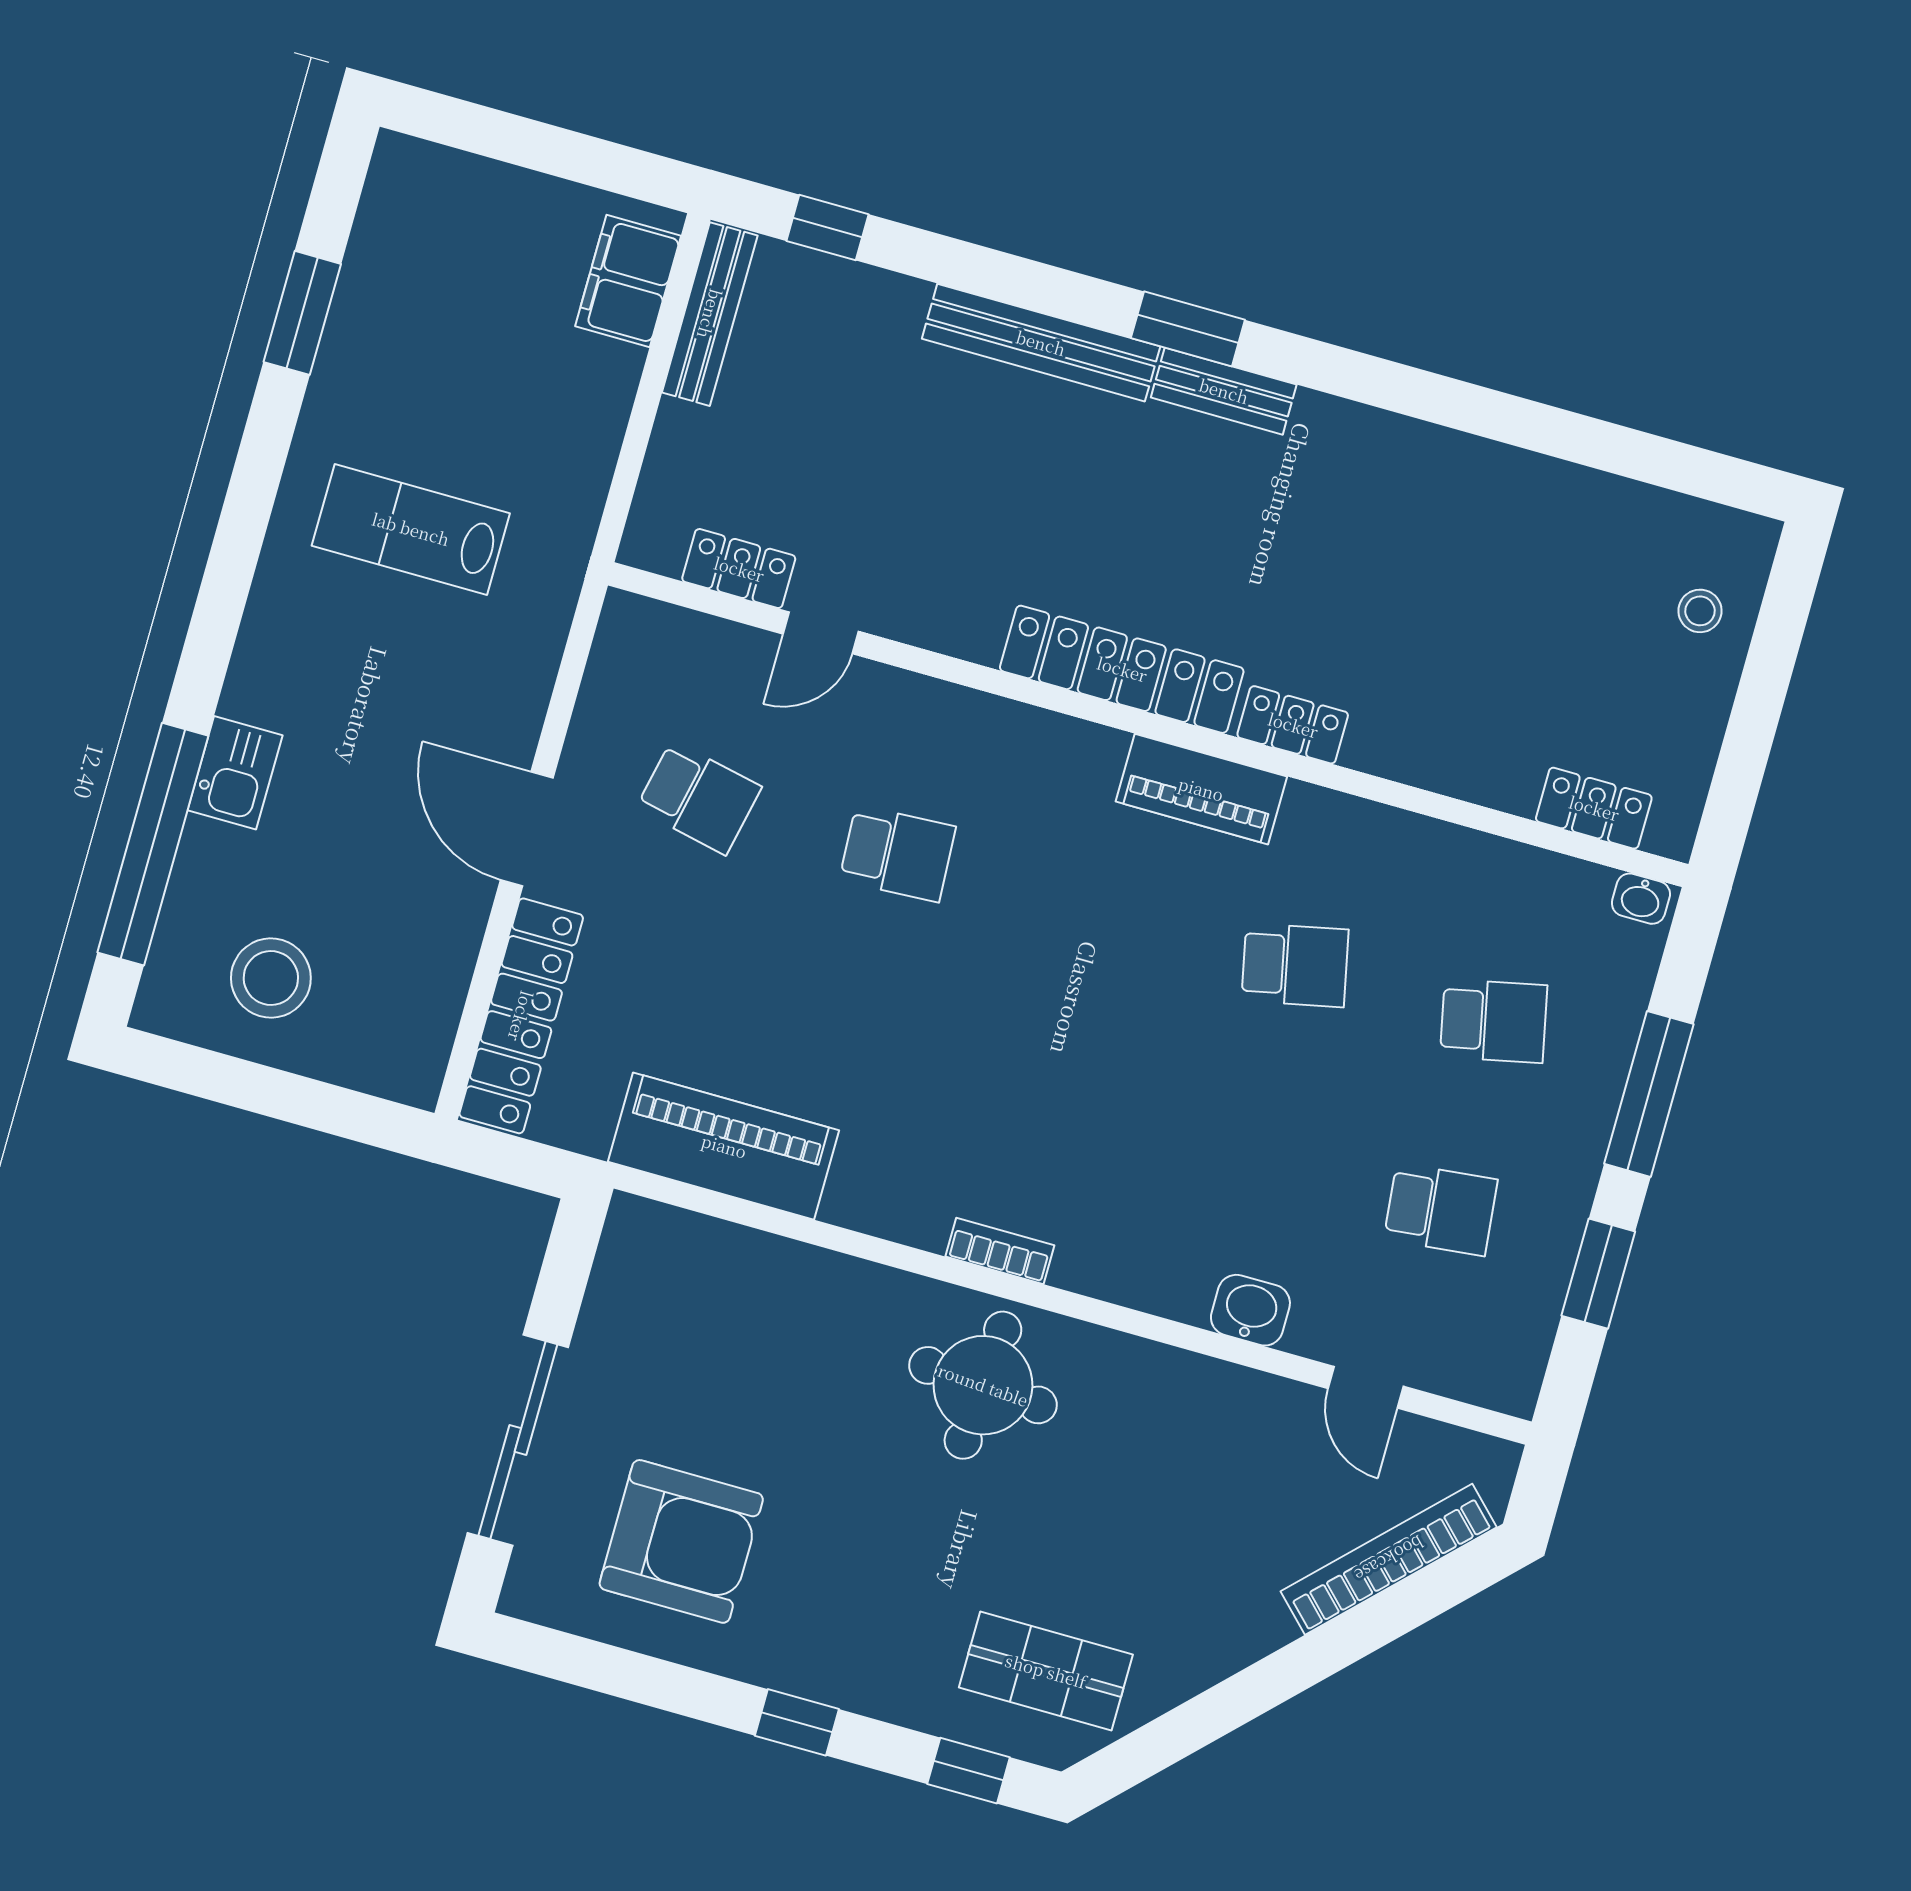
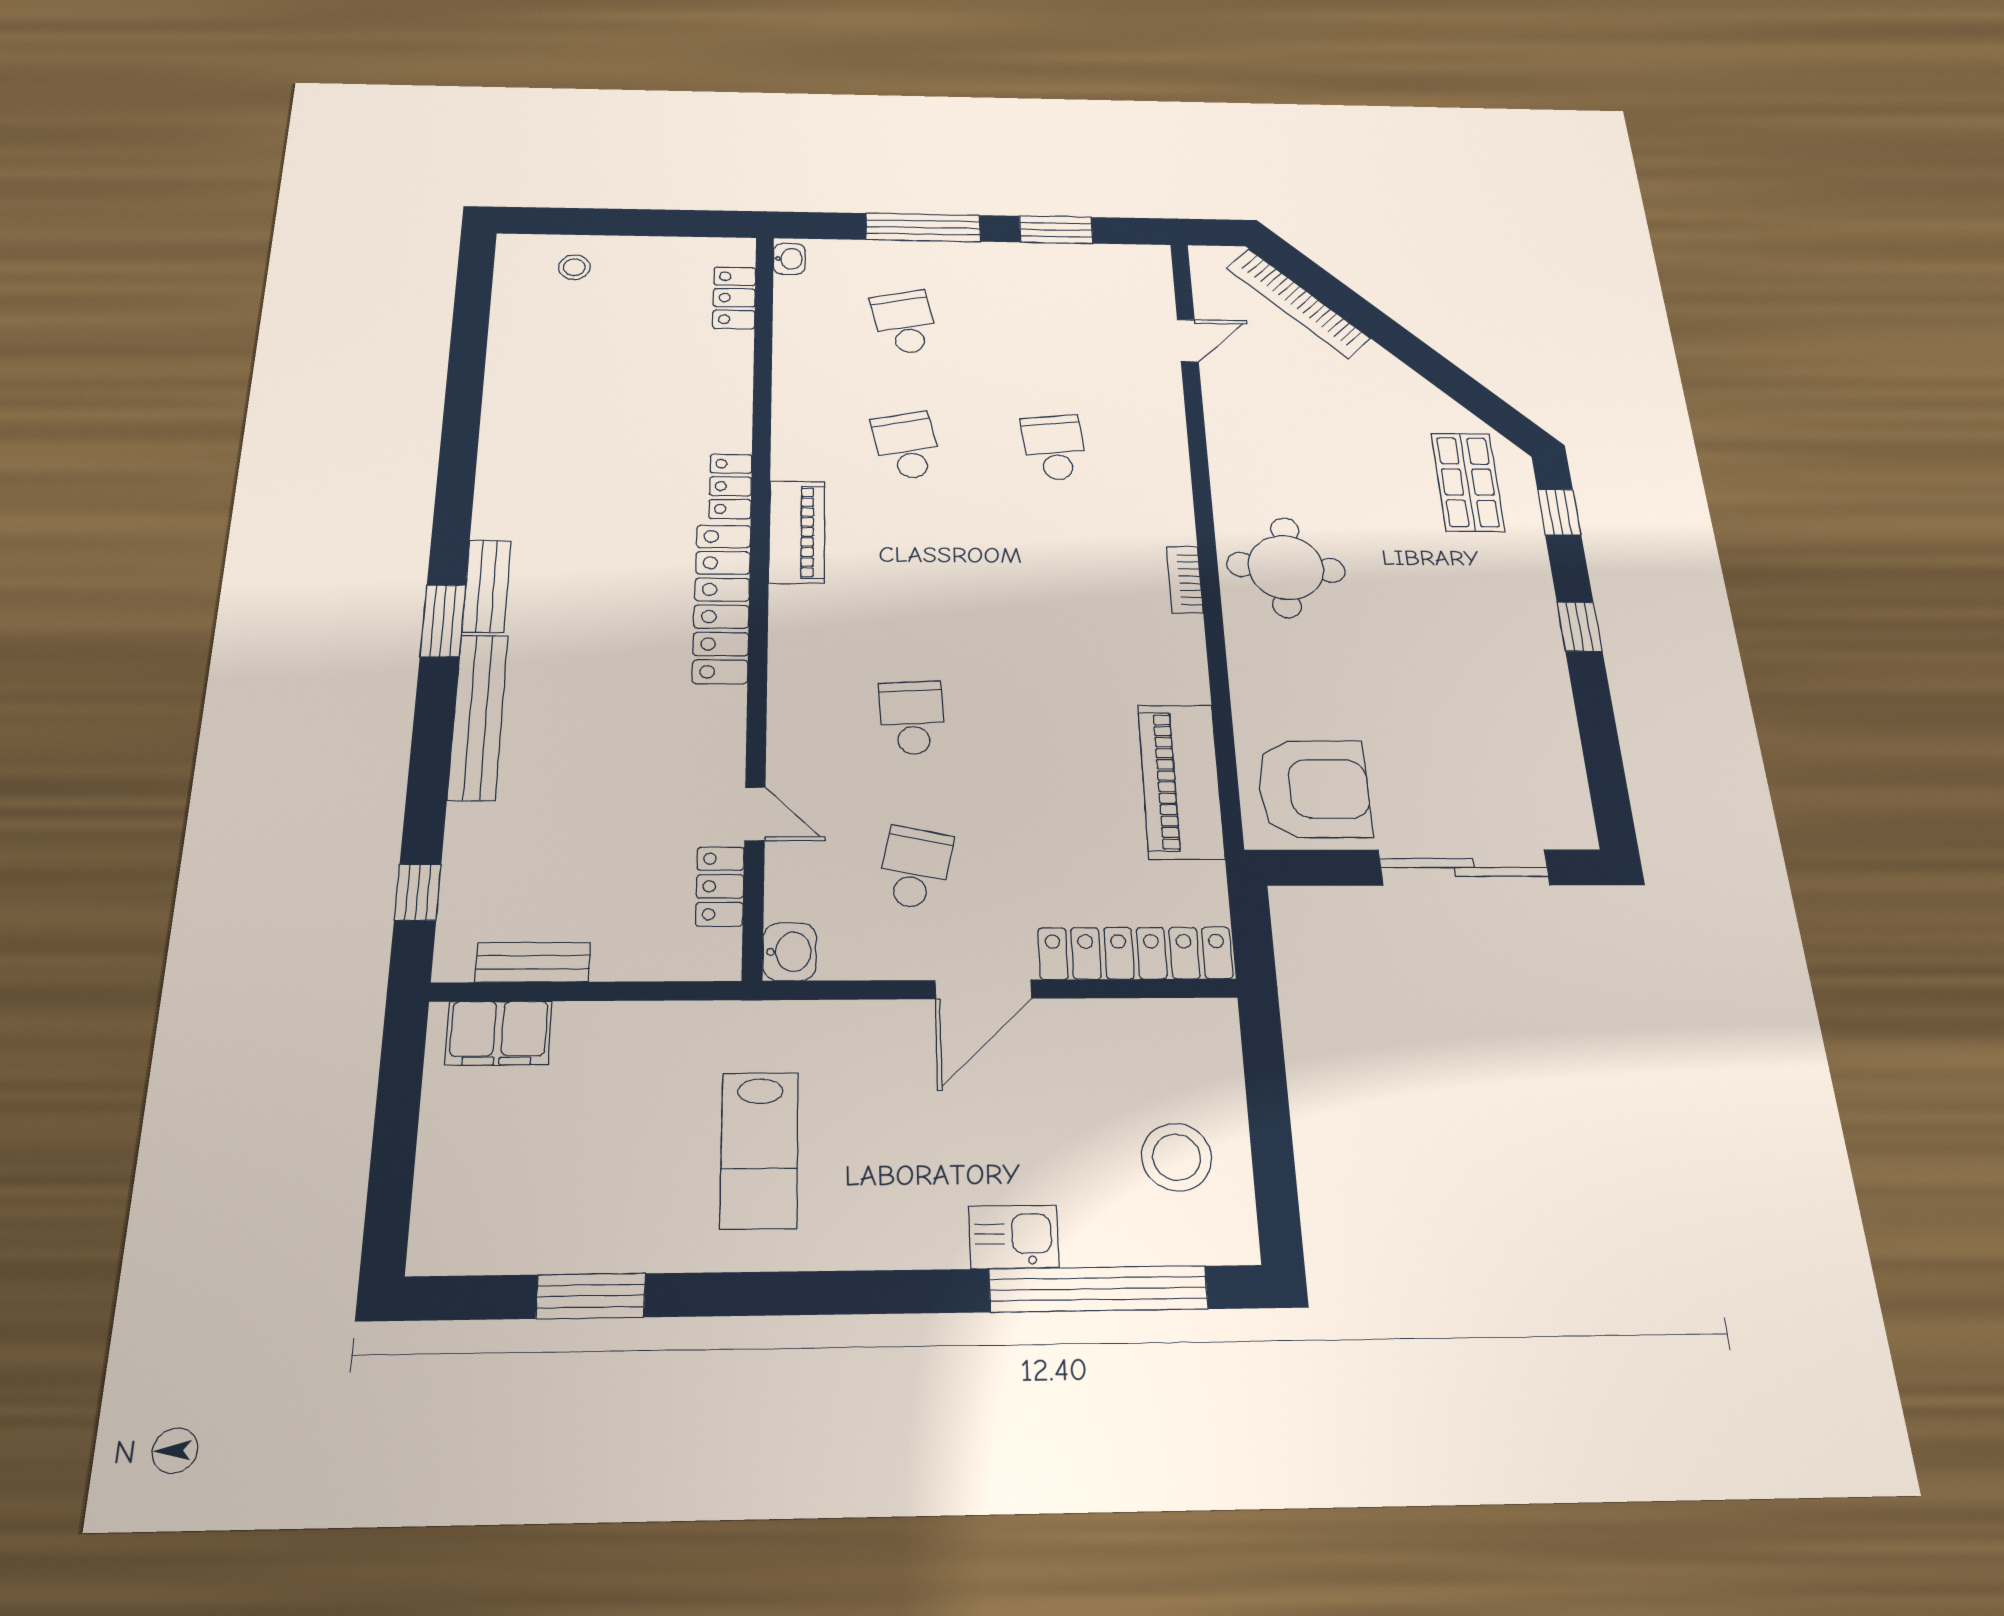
bench: (710, 314) -> (533, 962), width x0.73
school desk: (1441, 1209) -> (1055, 448), moved
washbasin: (1250, 1310) -> (790, 952), moved, turned 180
armchair: (681, 1541) -> (1314, 789), moved, turned 90

